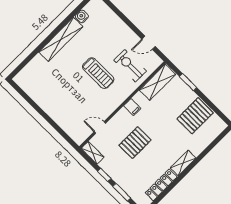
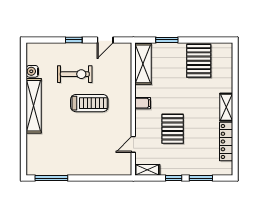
window: (128, 23) -> (74, 40), added
exercise bike: (130, 66) -> (75, 74), moved, turned 180
window: (26, 97) -> (51, 178), added

